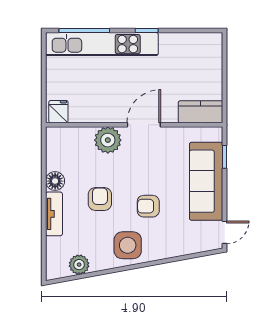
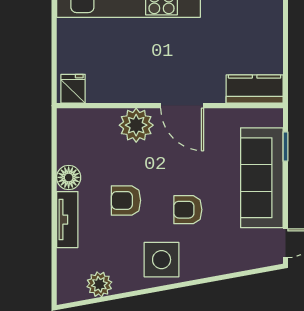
door: (144, 125) -> (182, 106), swing flipped
armchair: (100, 199) -> (126, 200), turned -90

